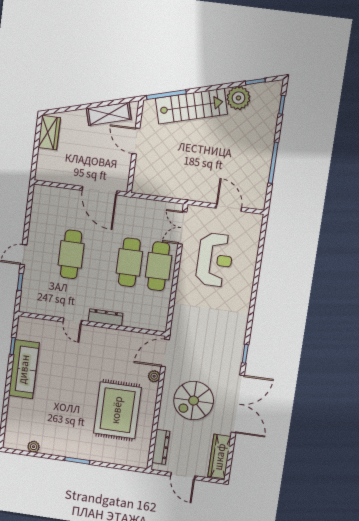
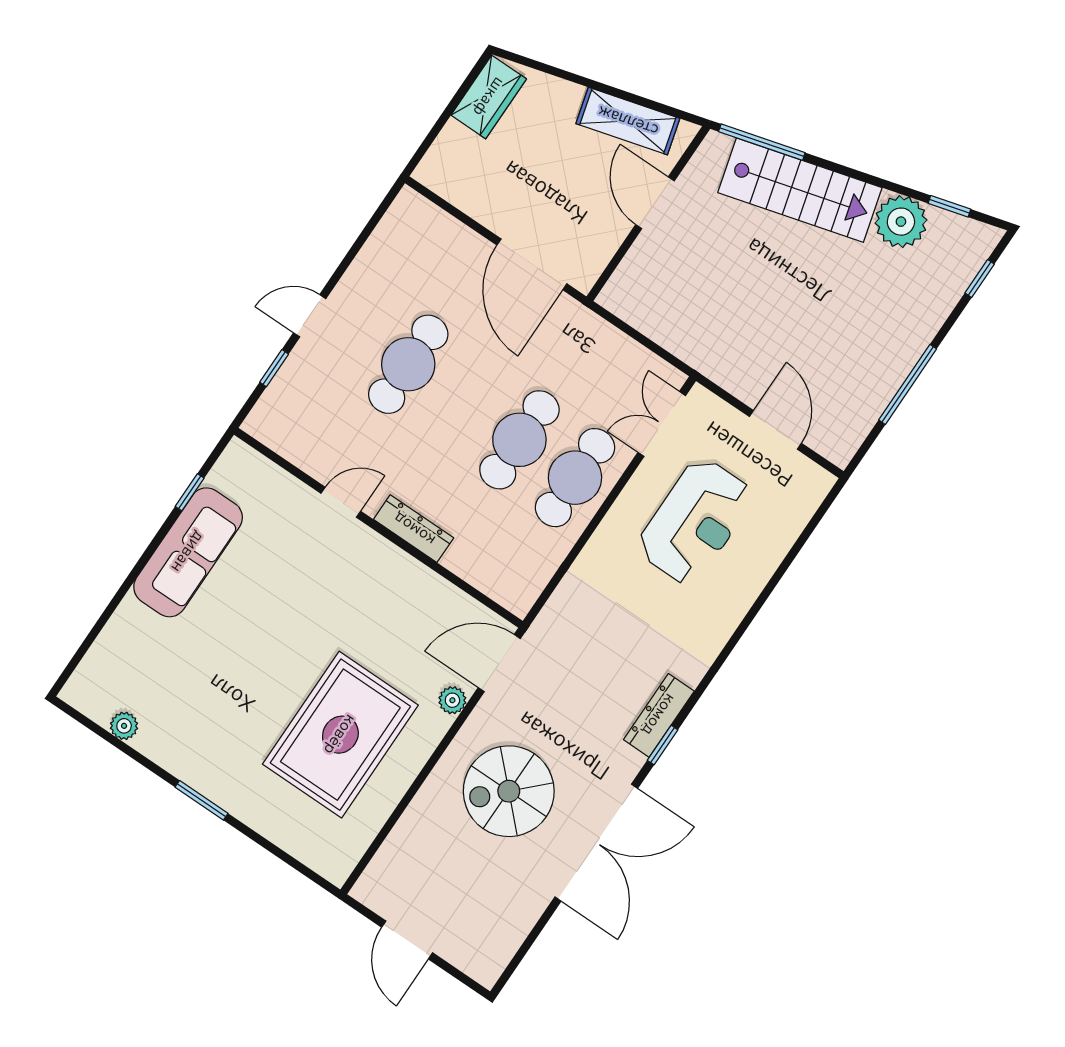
door: (72, 321) -> (341, 502), swing flipped
dresser: (161, 447) -> (659, 715), moved, turned 180
wardrobe: (220, 457) -> (504, 935), removed

